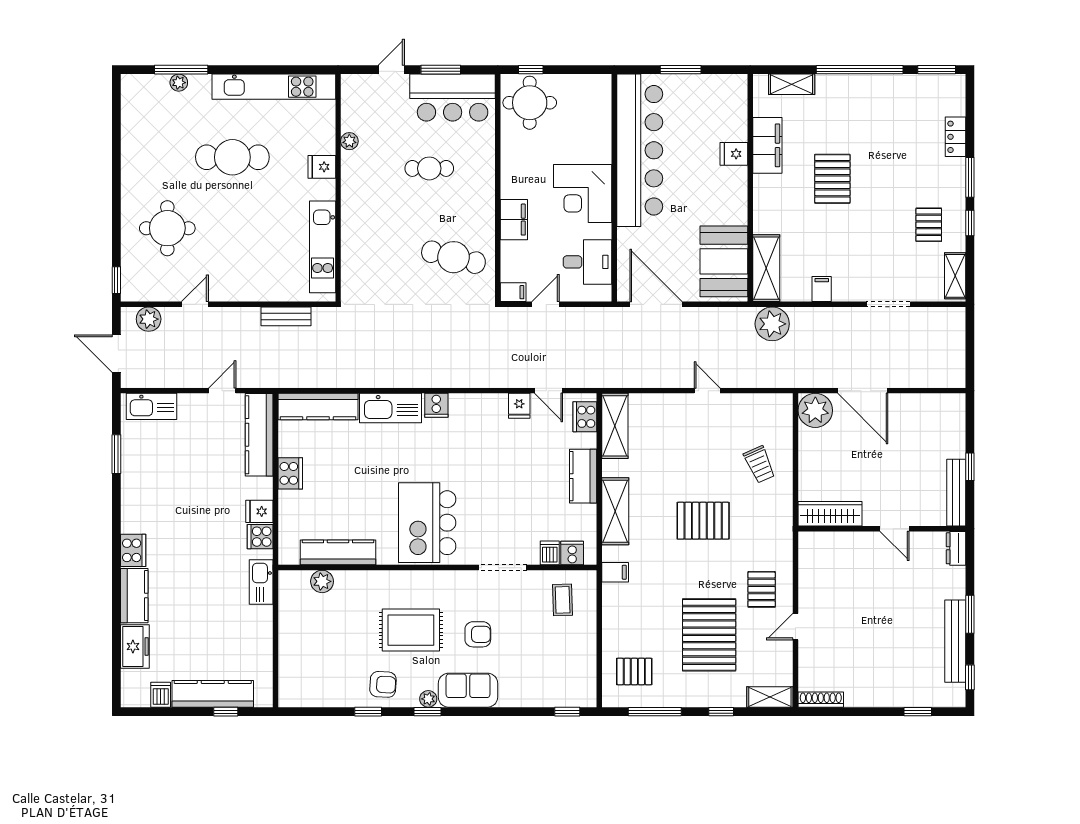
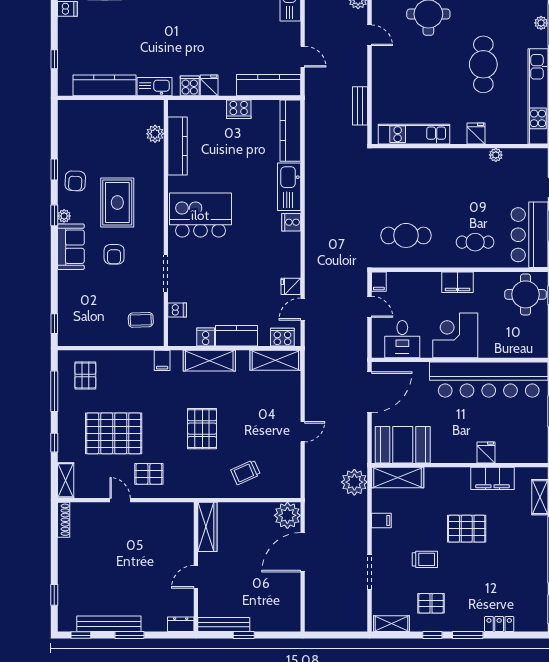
cafe table: (429, 168) -> (475, 242), moved, turned 90
filing cabinet: (514, 220) -> (458, 282), moved
trolley: (872, 233) -> (425, 559), added
cafe table: (453, 257) -> (406, 235), turned 76
cooker: (572, 553) -> (206, 337), moved, turned -90
kitchen counter: (213, 694) -> (104, 85), moved, turned -90

